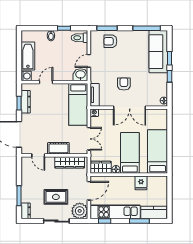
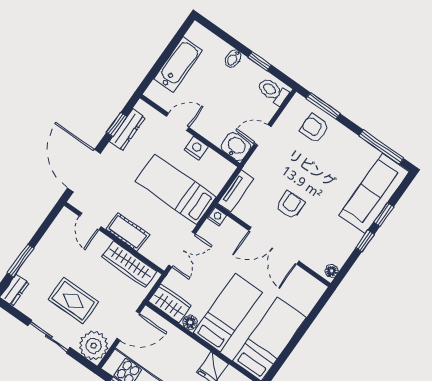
washing machine: (26, 76) -> (155, 92), removed
nightstand: (63, 88) -> (196, 148), added
bed: (78, 104) -> (176, 189), moved, turned 90

